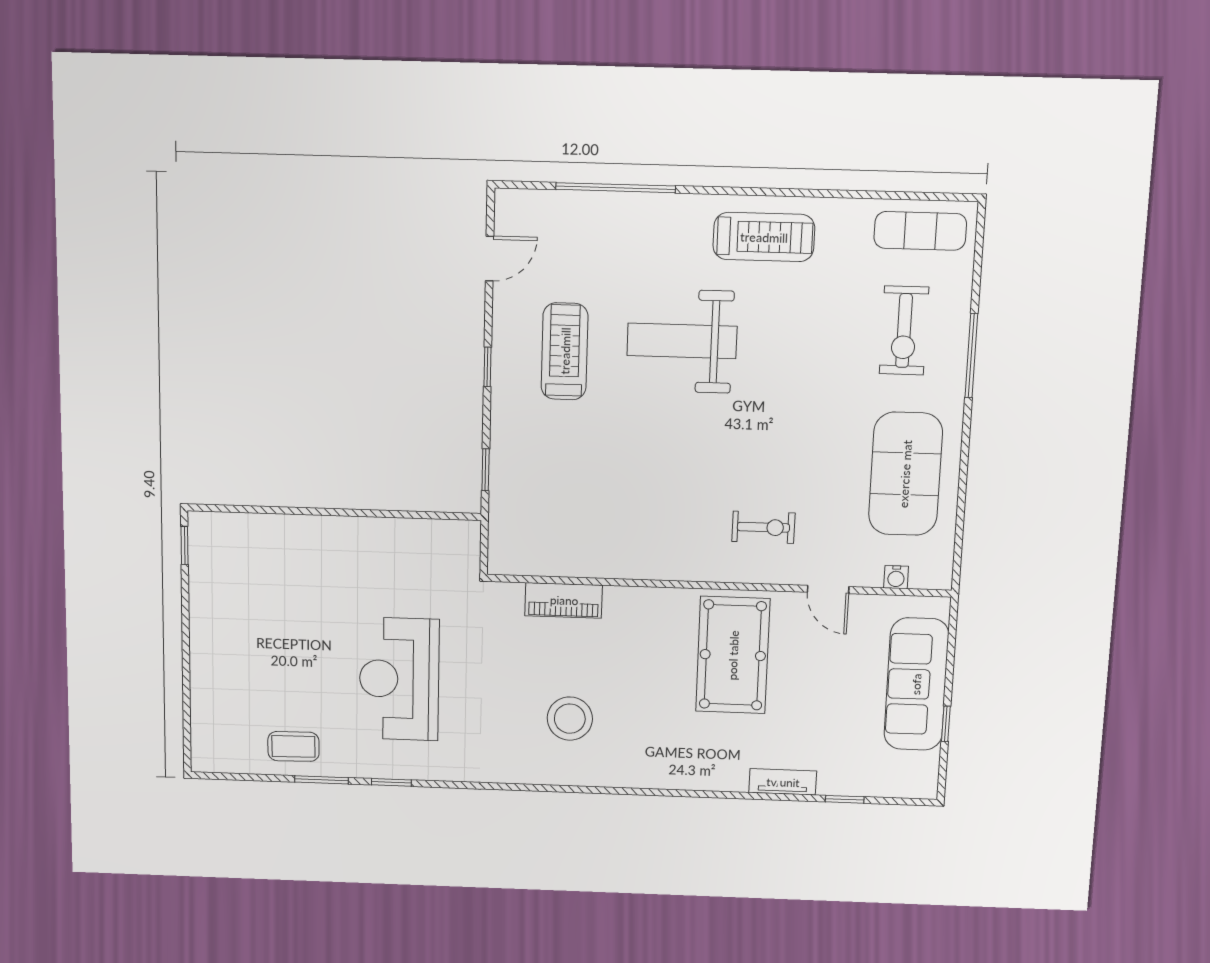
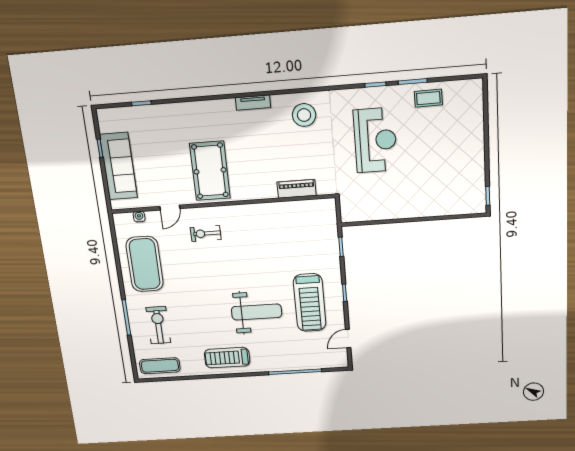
treadmill: (565, 351) -> (310, 303), width x1.37, depth x1.38
door: (828, 589) -> (170, 208), swing flipped
stool: (570, 719) -> (304, 115), moved
tv unit: (783, 782) -> (253, 103), moved

